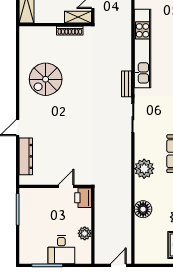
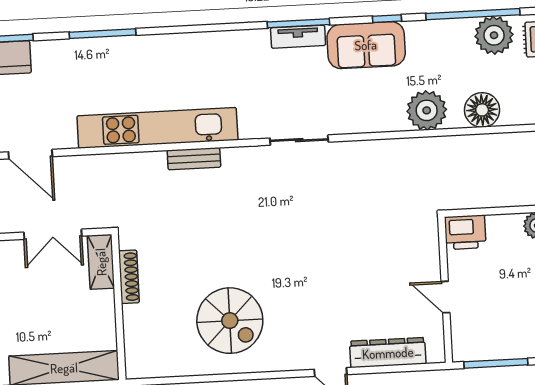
bench: (126, 84) -> (194, 159), moved
plant: (144, 169) -> (427, 110), moved
door: (66, 186) -> (445, 297), moved

